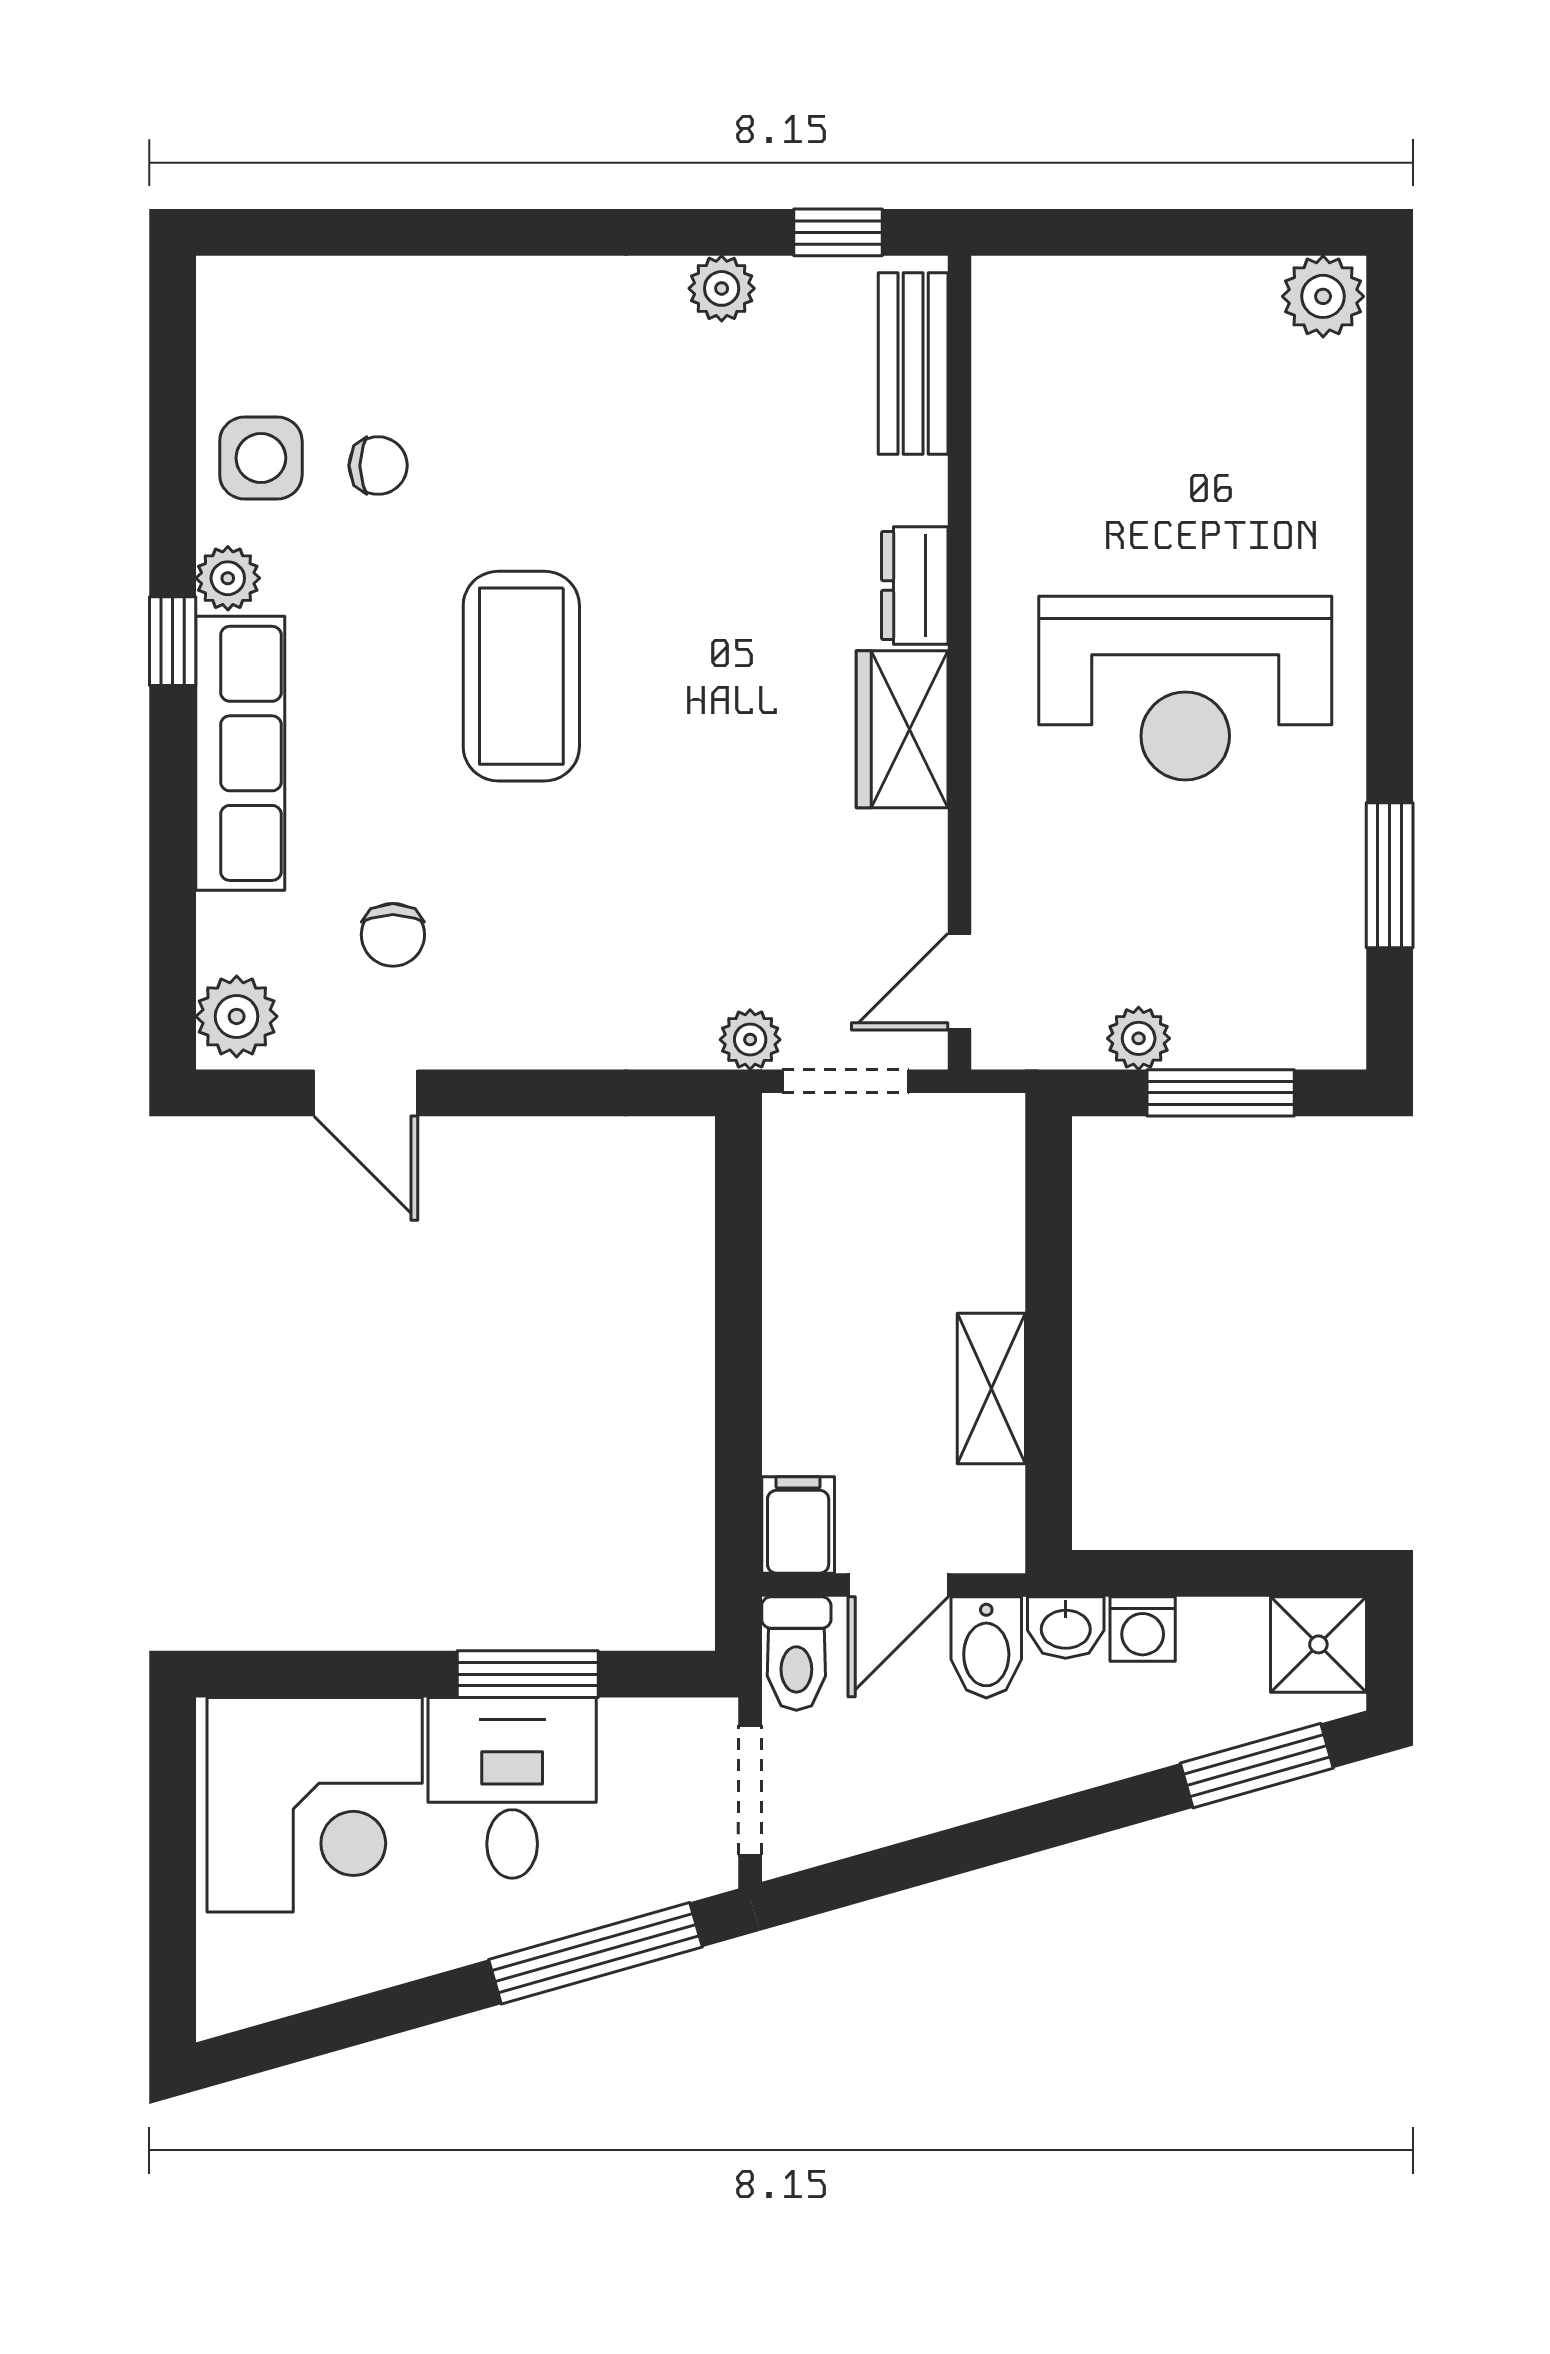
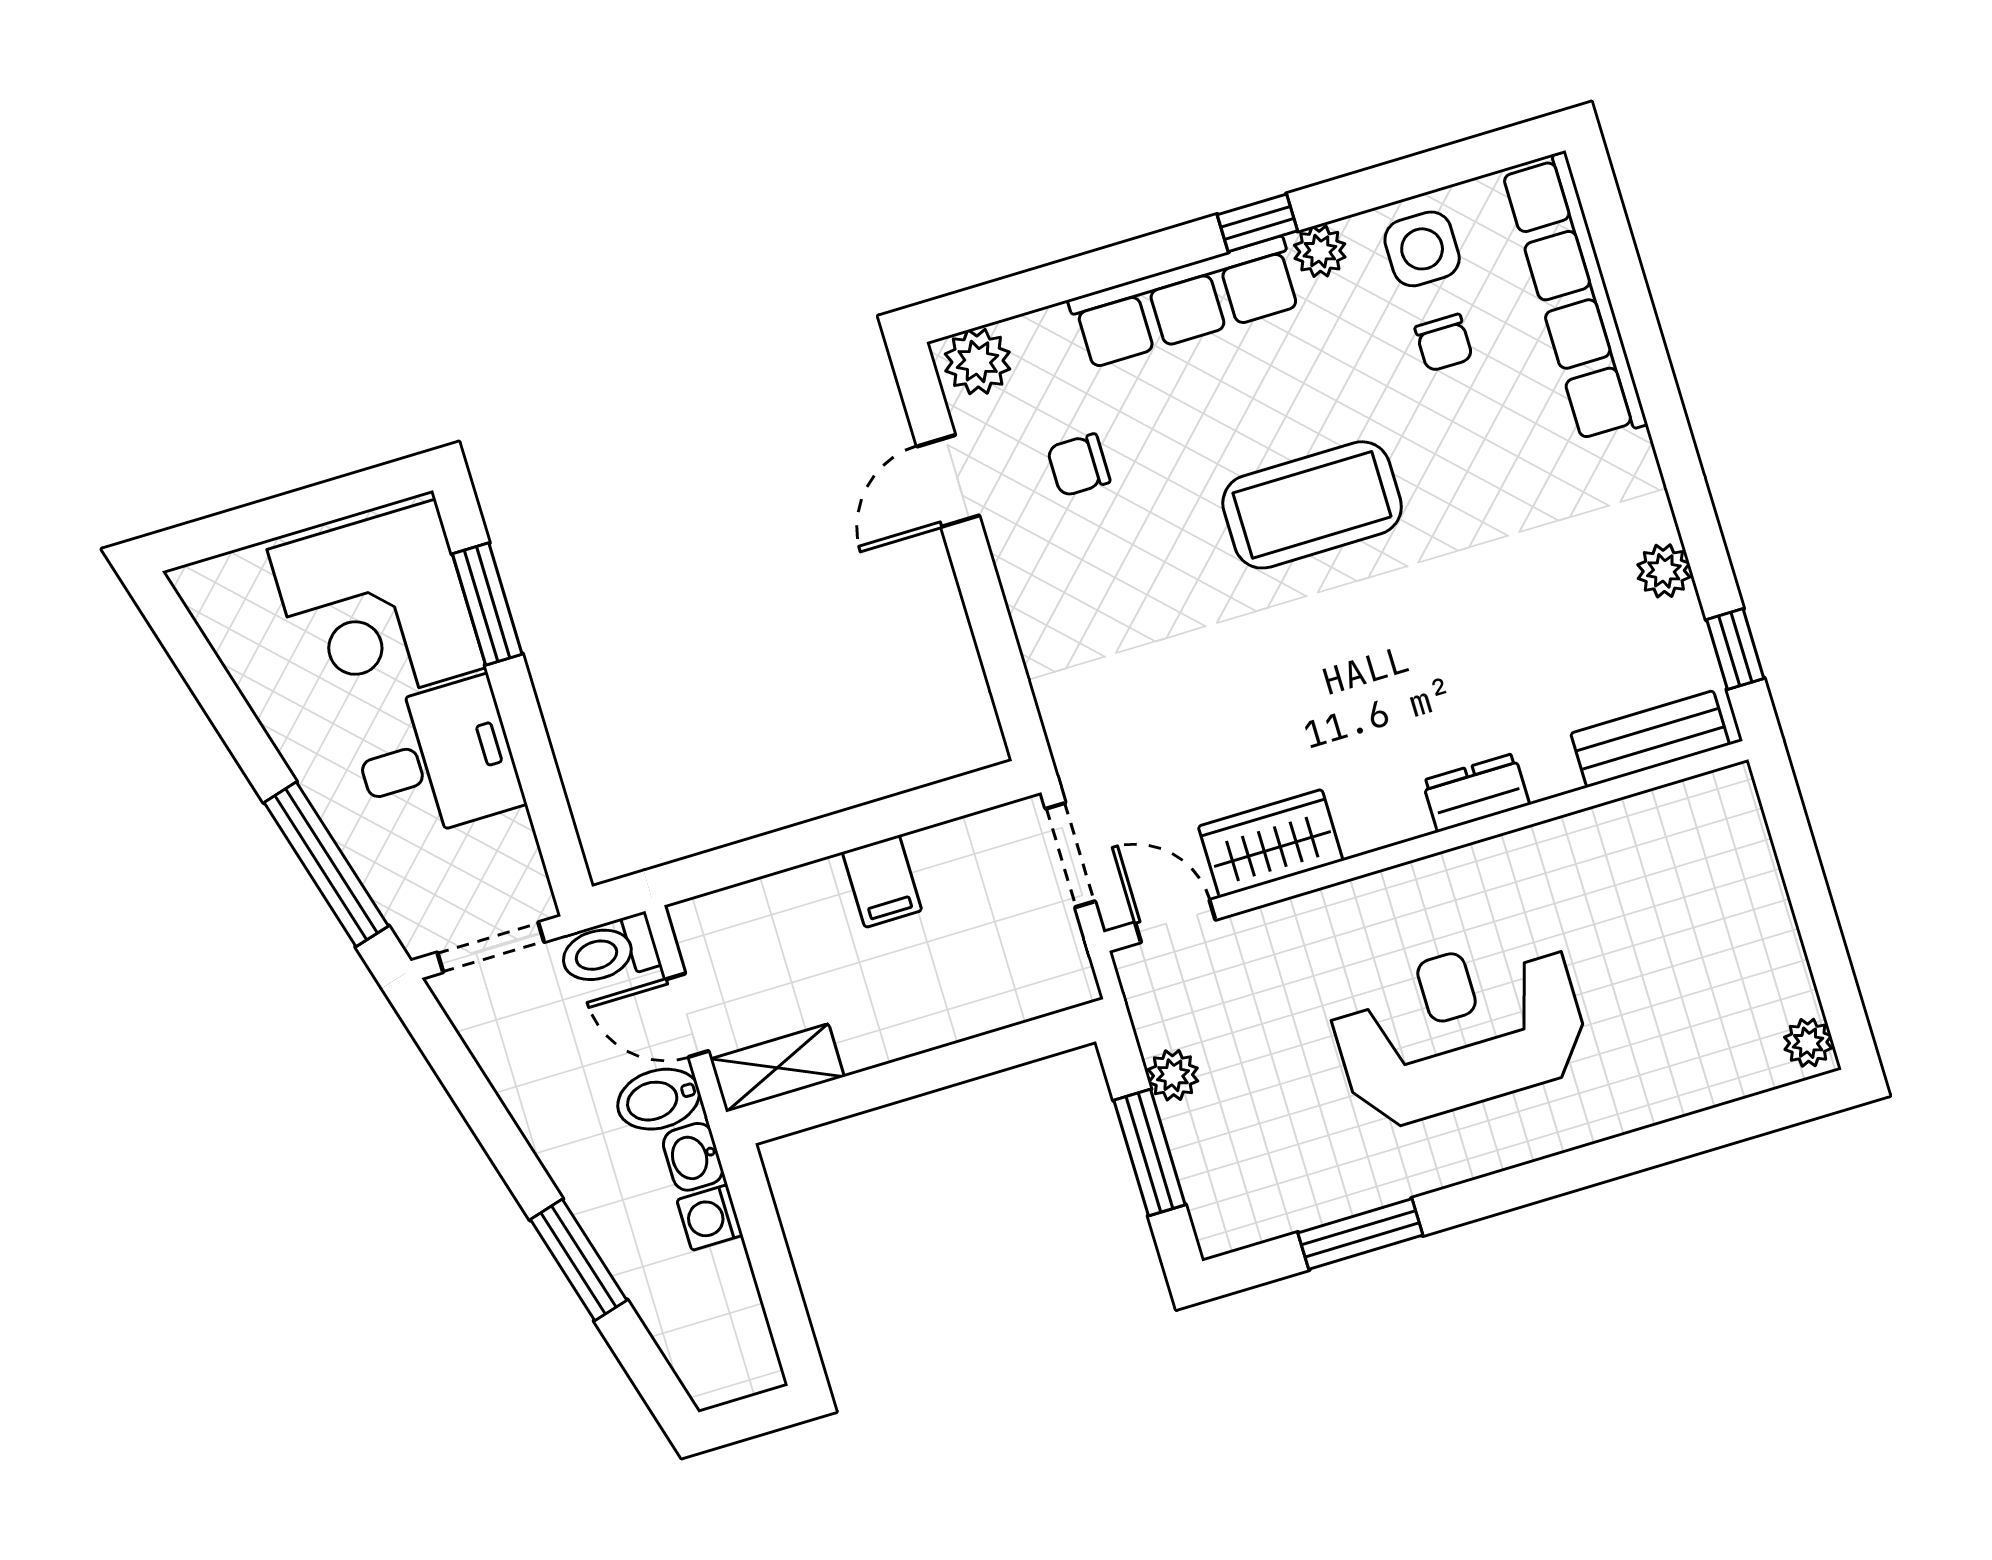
plant: (1323, 296) -> (1808, 1043), width x0.73, depth x0.73
row of seats: (371, 297) -> (1575, 298), added
reception desk: (1185, 688) -> (1459, 1029), turned 90
wardrobe: (902, 729) -> (1271, 843), moved
plant: (750, 1040) -> (1080, 770), removed
shelving: (991, 1388) -> (777, 1068), moved
filing cabinet: (798, 1525) -> (882, 881), moved, turned 90
shower: (1318, 1644) -> (739, 1359), removed
window: (528, 1674) -> (487, 604), moved
window: (1257, 1766) -> (579, 1260), moved

